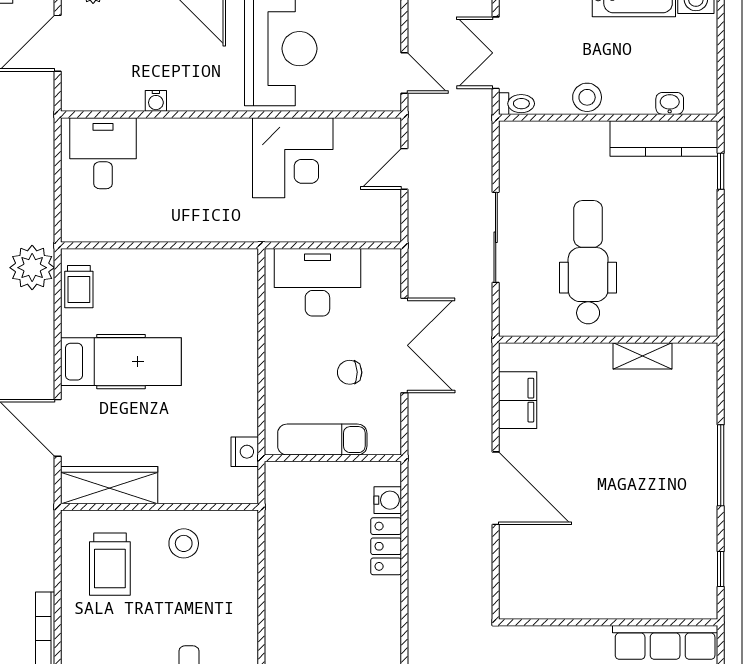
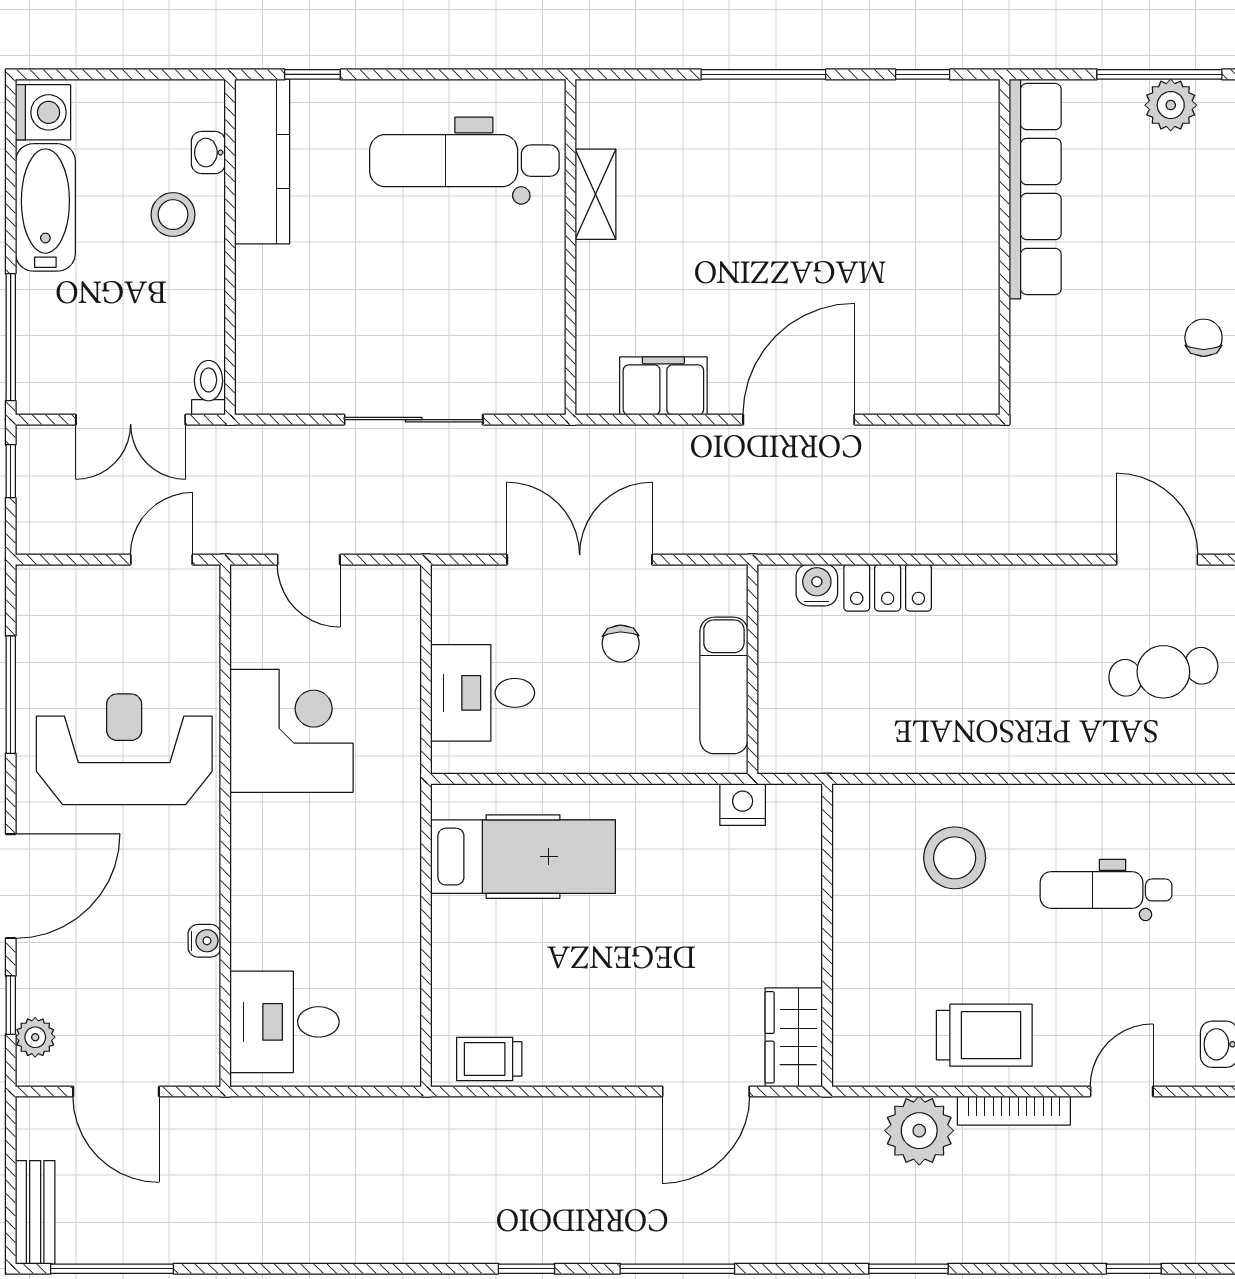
stool: (587, 97) -> (173, 215), moved
dental chair: (588, 262) -> (464, 161), moved
plant: (32, 268) -> (919, 1131), moved
desk: (317, 282) -> (483, 693), width x0.73
trolley: (79, 287) -> (489, 1059), turned 180
hospital bed: (121, 362) -> (523, 857), moved, turned 90
wardrobe: (109, 485) -> (794, 1037), width x0.67
stool: (184, 543) -> (955, 858), moved, width x1.38, depth x1.38
trolley: (110, 564) -> (984, 1035), moved
row of seats: (665, 642) -> (1035, 189), width x1.36

